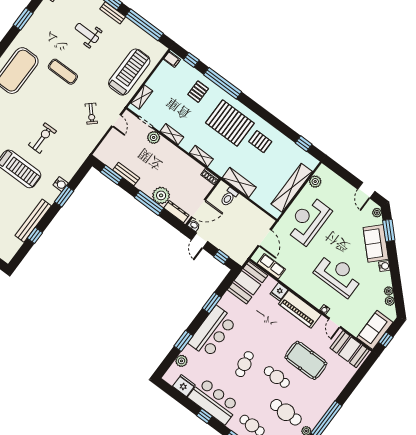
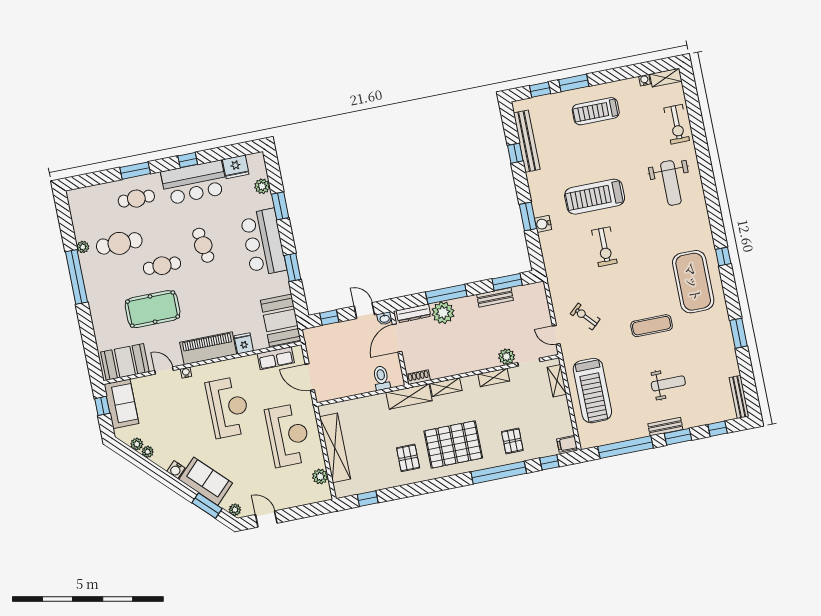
pallet: (260, 142) -> (408, 458), turned 90
shelving: (239, 182) -> (409, 397), moved
bench: (33, 221) -> (527, 141), moved
reception desk: (338, 275) -> (228, 407), moved, turned -90

